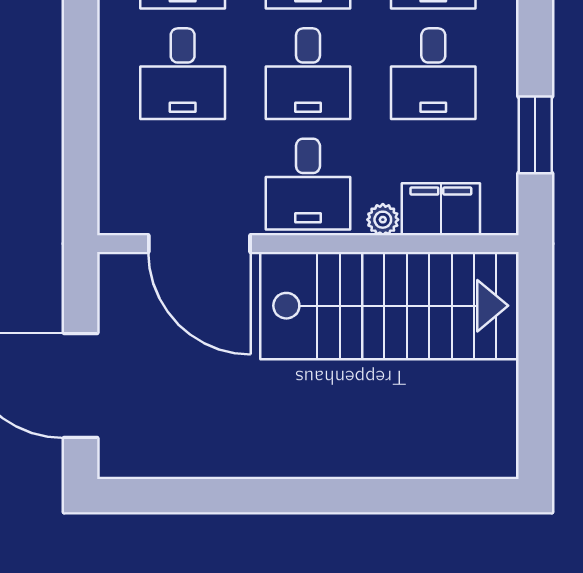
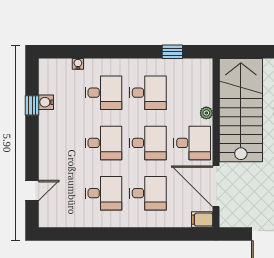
window: (535, 135) -> (172, 52), width x0.67
filing cabinet: (441, 209) -> (202, 220), moved, width x0.50
door: (199, 244) -> (216, 186), swing flipped

